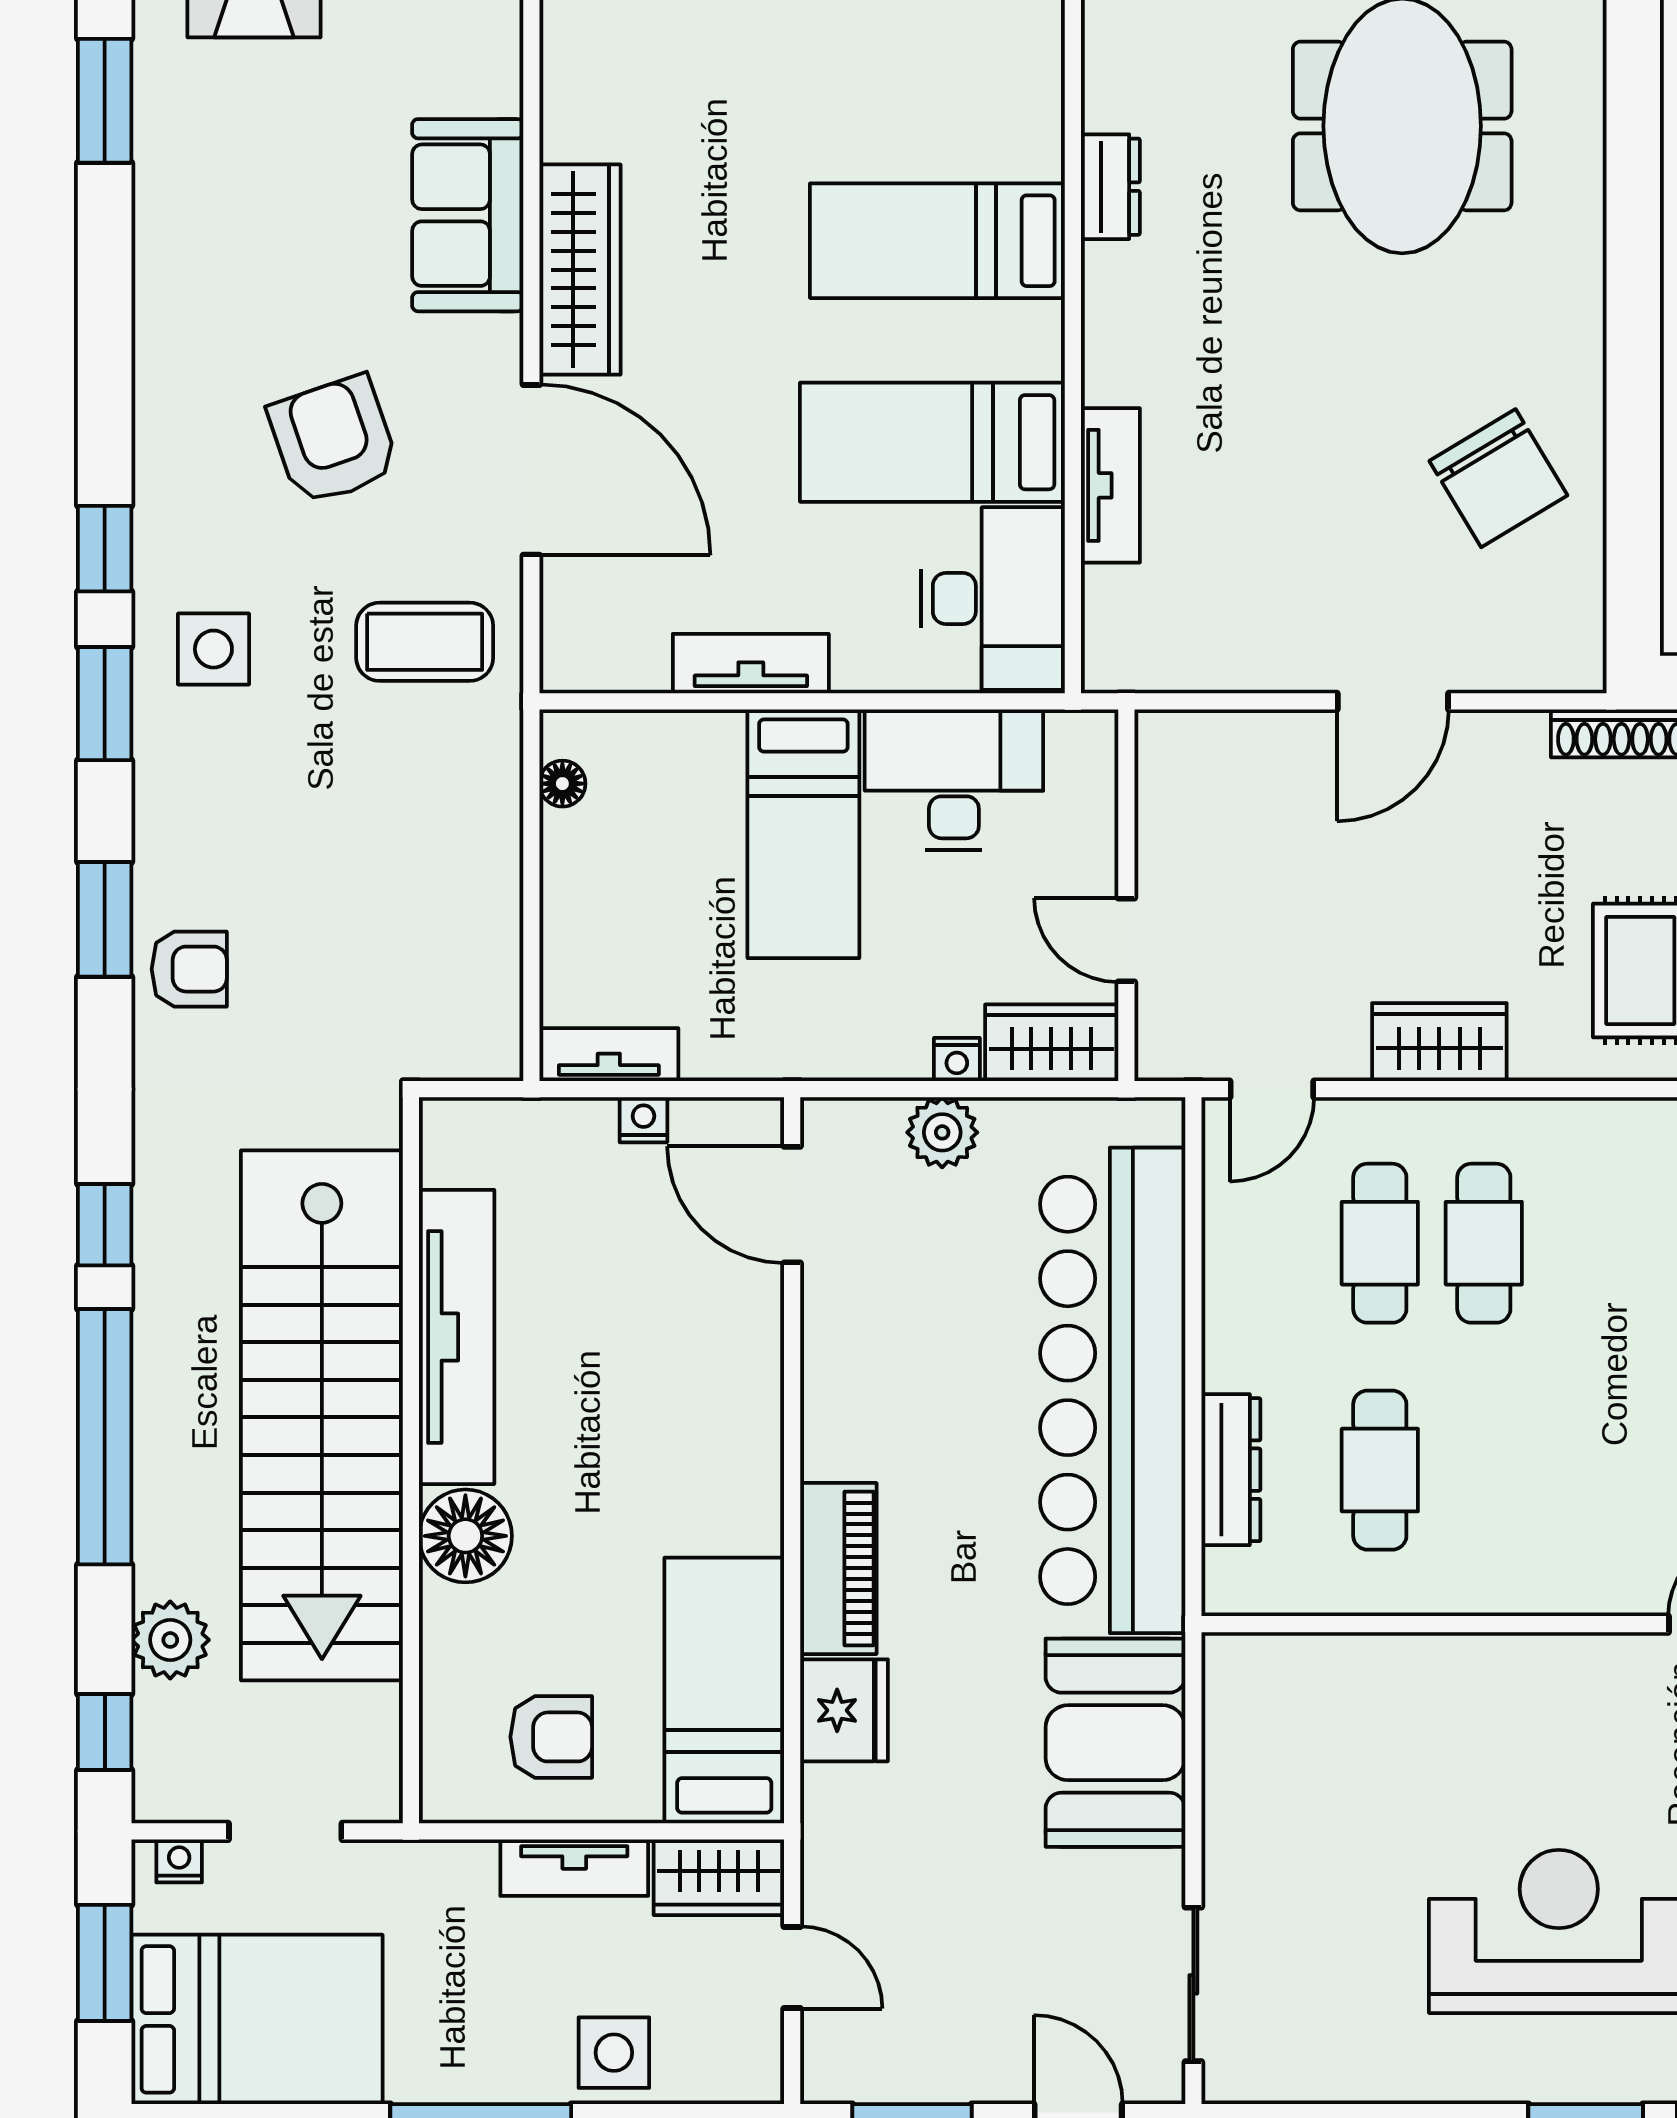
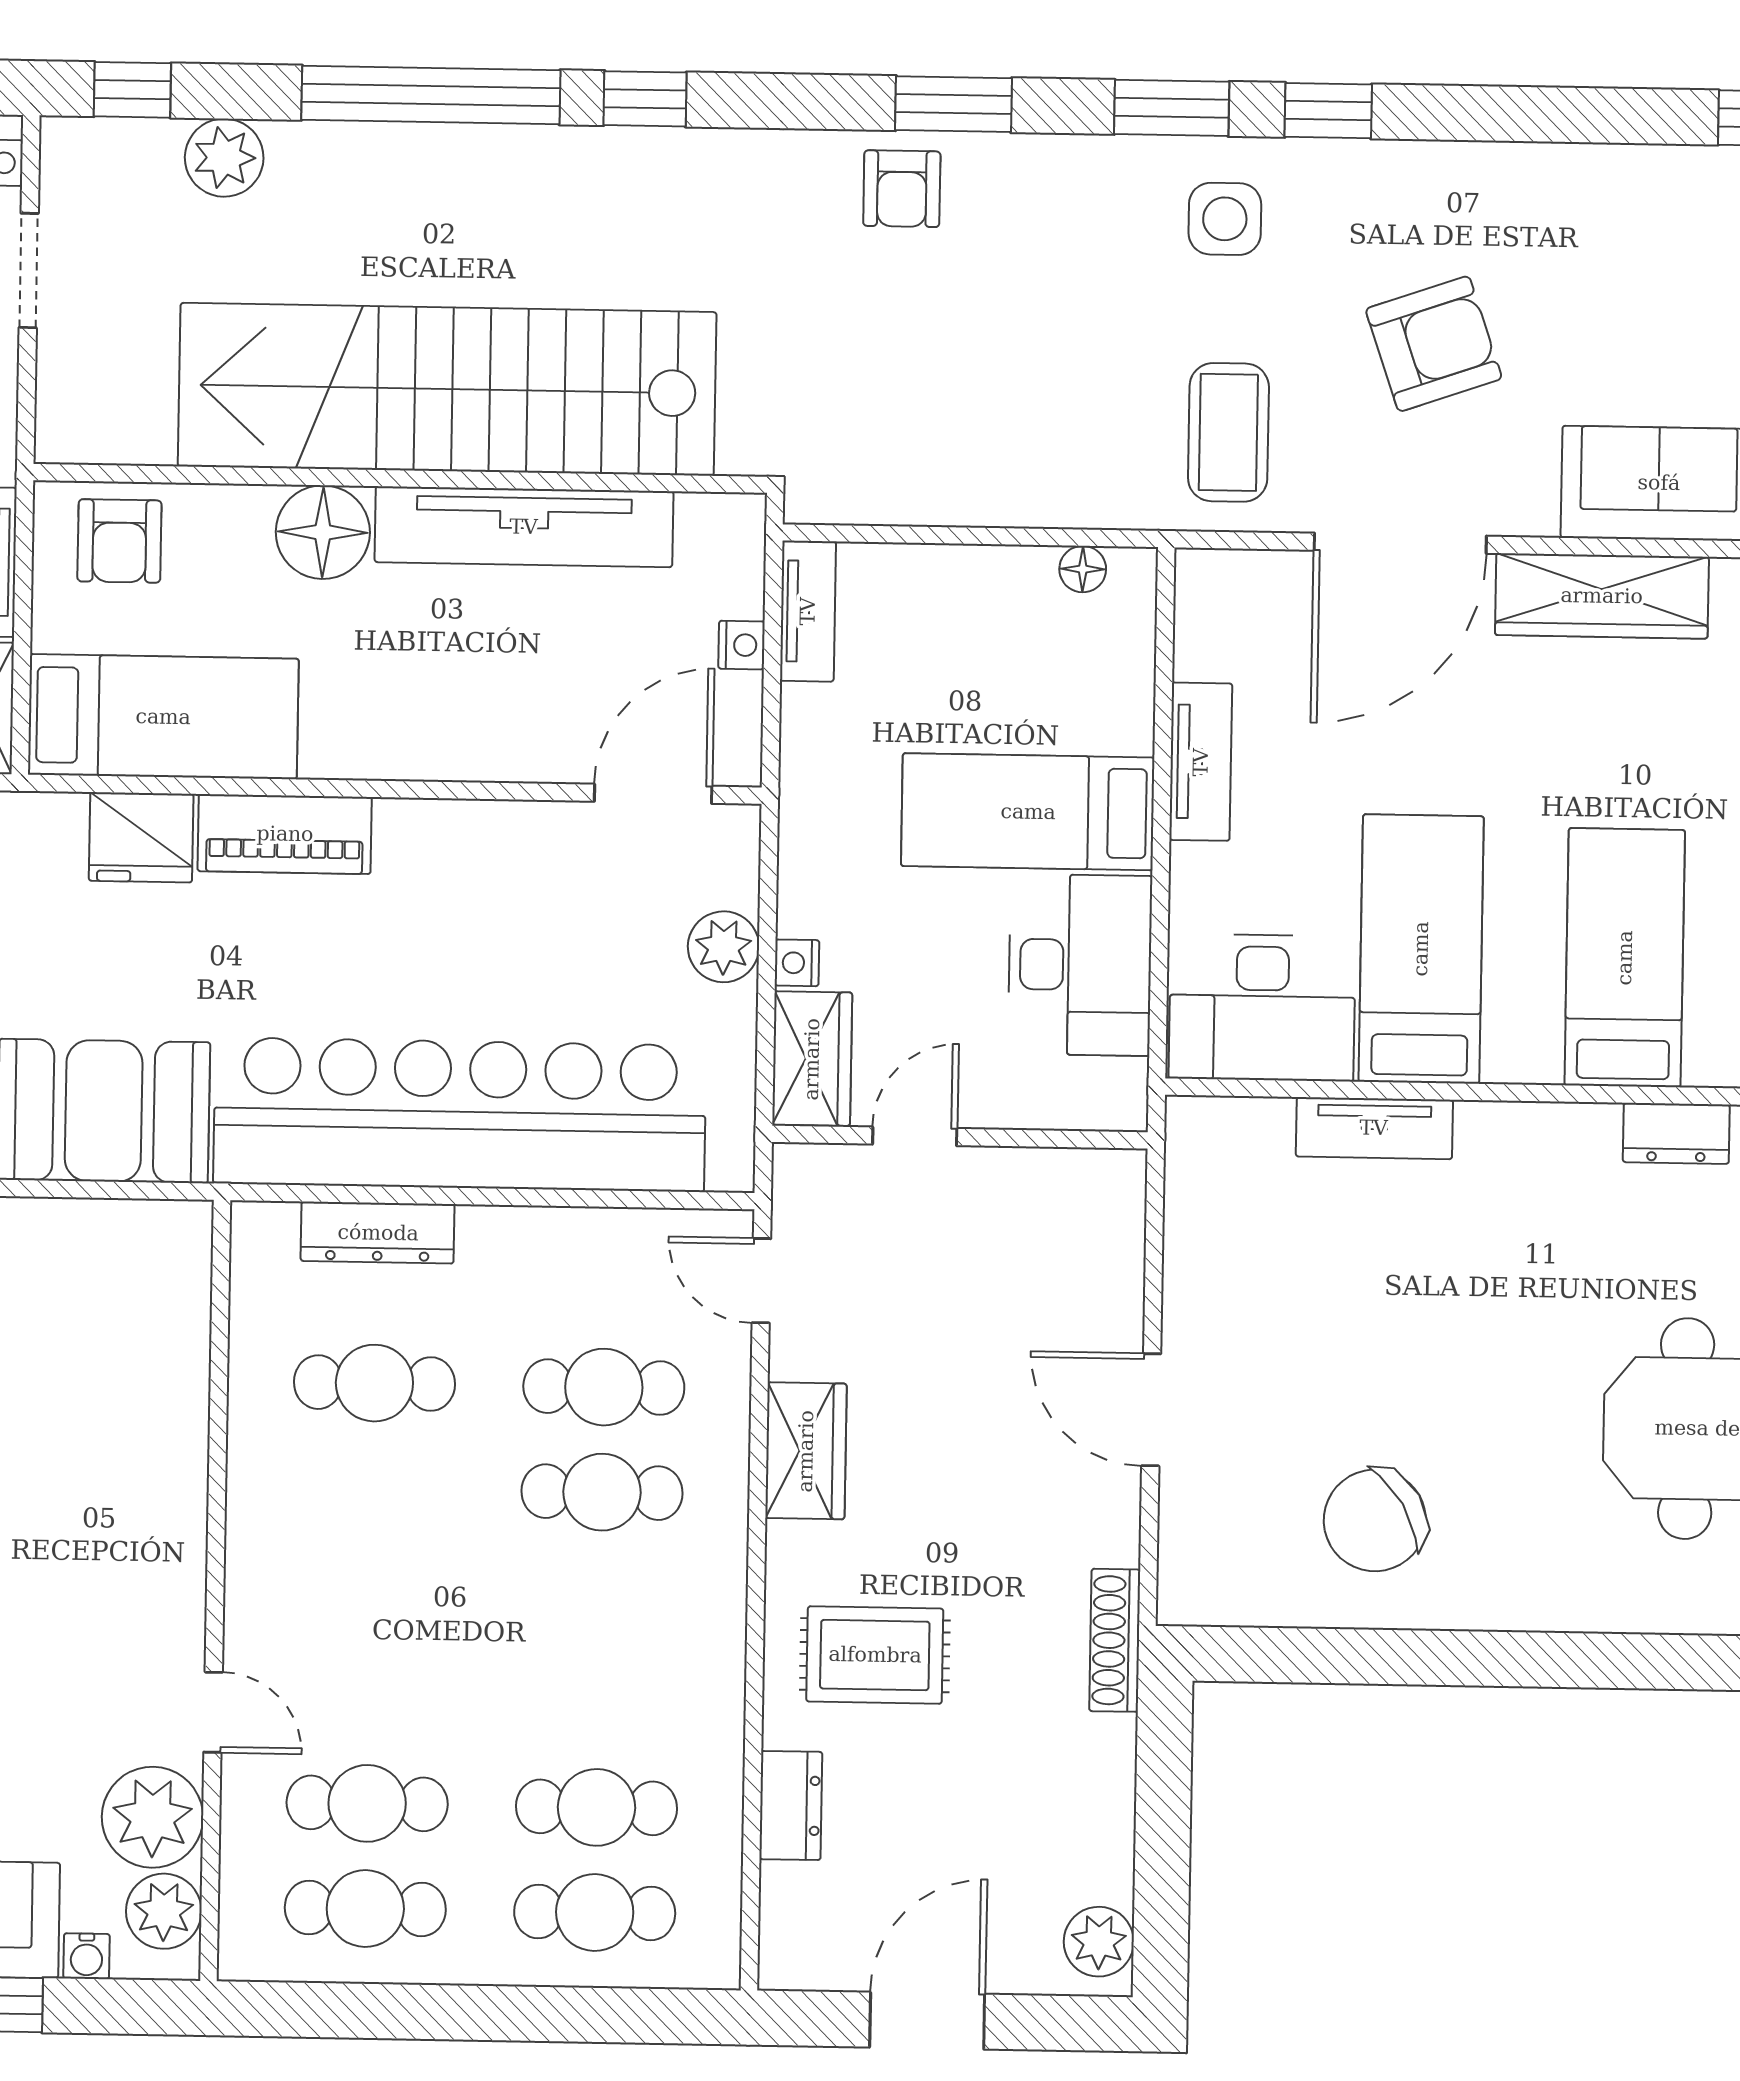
tv unit: (457, 1337) -> (524, 527), moved
stairs: (322, 1415) -> (447, 389), moved
wall: (411, 1460) -> (400, 478), moved
floor lamp: (465, 1536) -> (323, 532), moved

